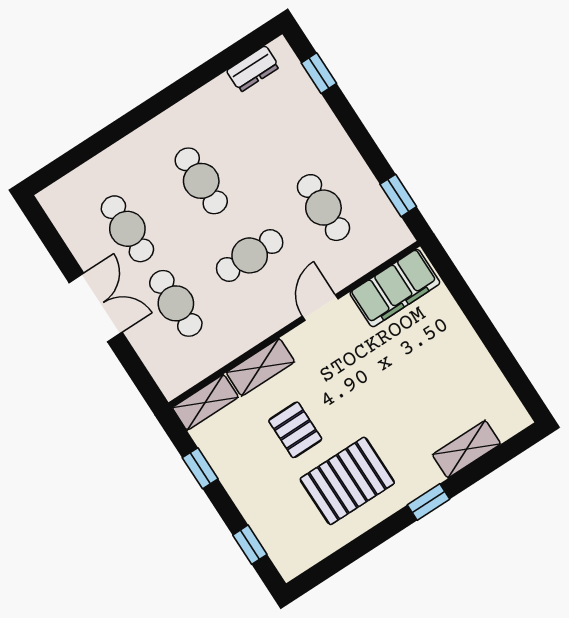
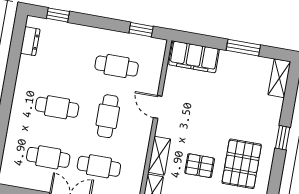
filing cabinet: (395, 288) -> (194, 57), moved, turned 90
window: (496, 346) -> (243, 48), added
shelving: (467, 449) -> (279, 78), moved

